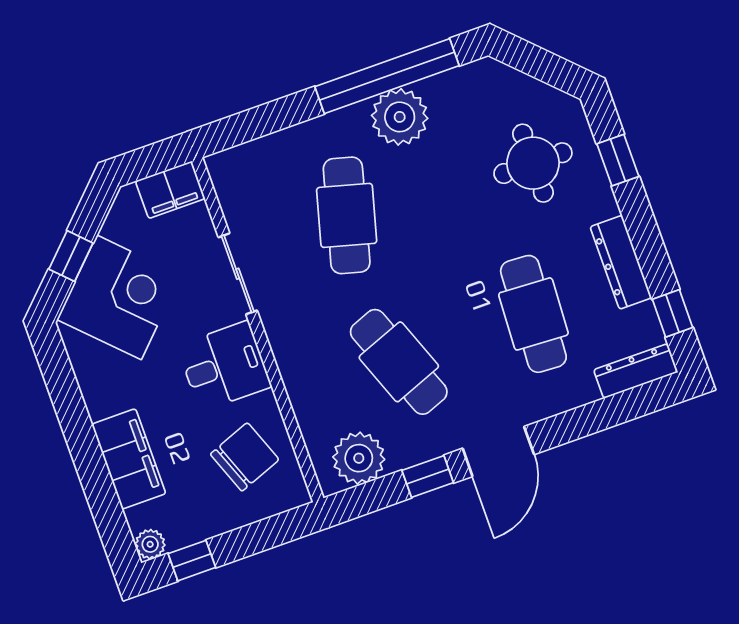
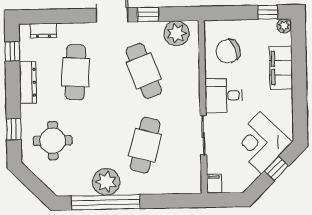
filing cabinet: (170, 190) -> (214, 184), width x0.50
dresser: (636, 371) -> (43, 31), width x0.70

